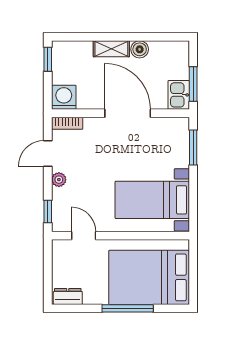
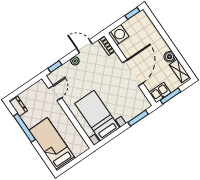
shelving: (111, 49) -> (180, 71), moved
bed: (149, 277) -> (52, 144), width x0.67
window: (128, 308) -> (24, 128), moved

